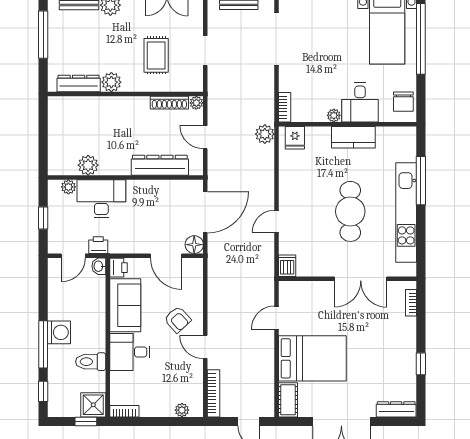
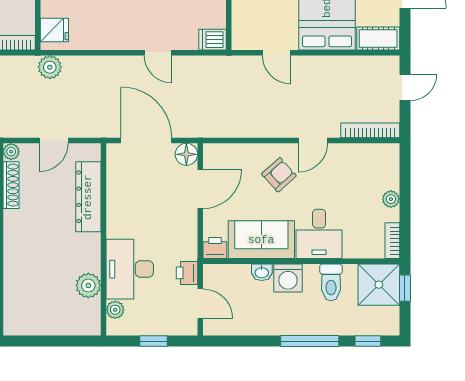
washbasin: (99, 266) -> (262, 272), moved
washing machine: (59, 332) -> (288, 278), moved, turned 180
shower: (93, 405) -> (379, 285), width x1.36, depth x1.36
plant: (182, 410) -> (391, 199), moved

